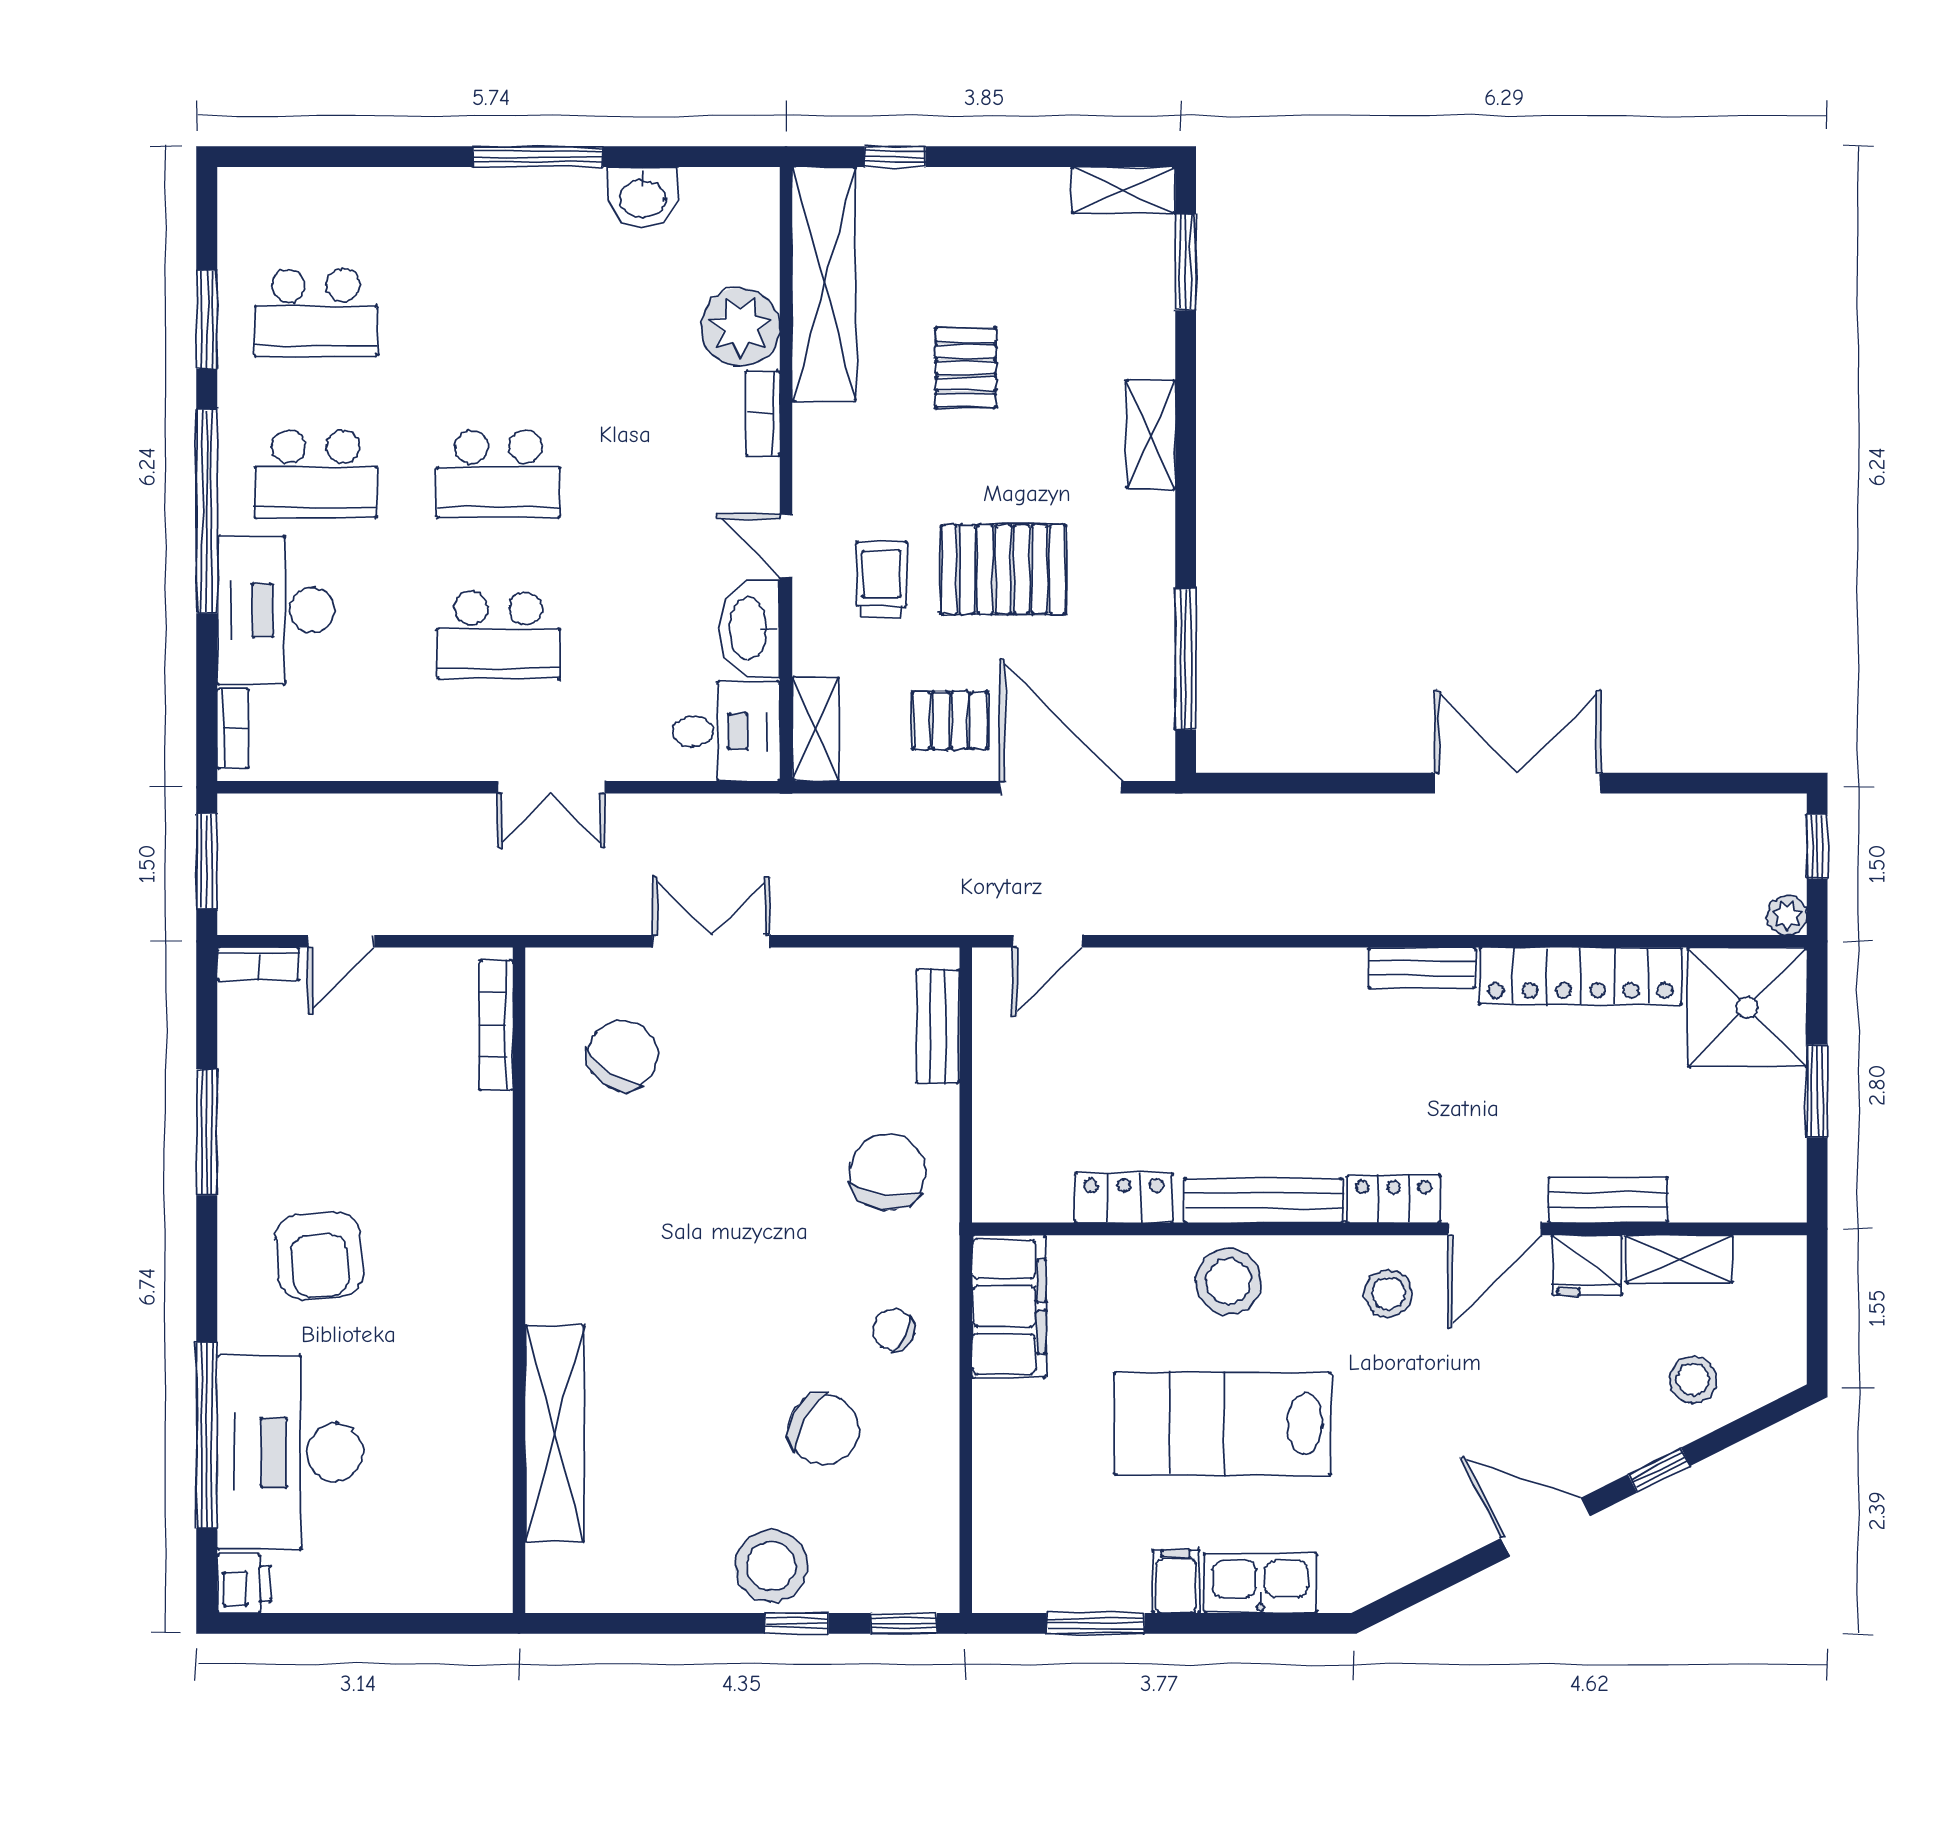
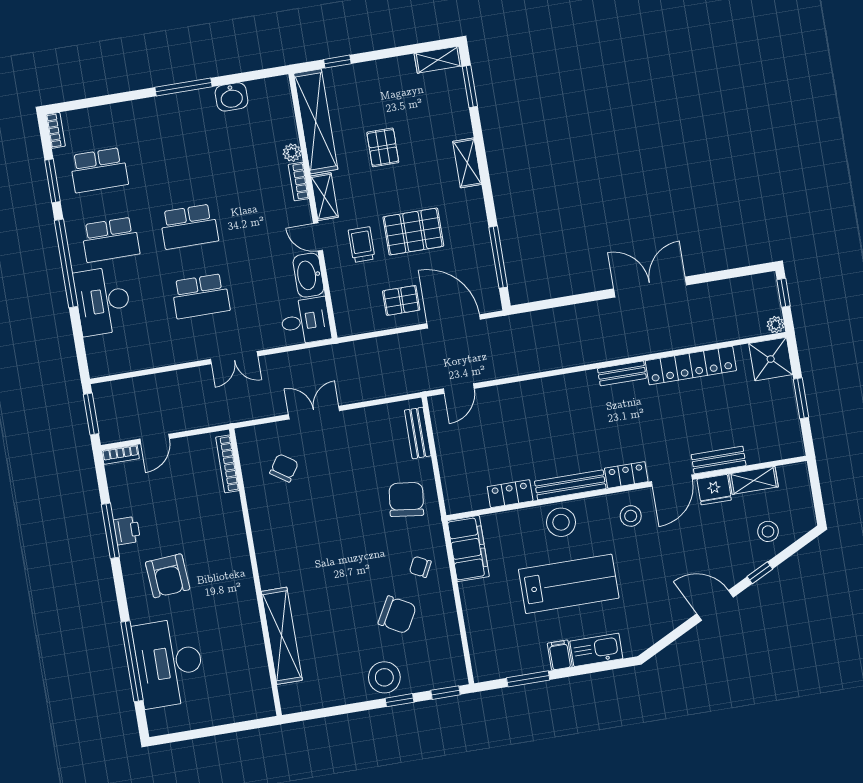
plant: (740, 327) -> (292, 153), width x0.53, depth x0.53
bookcase: (233, 728) -> (56, 130), moved
shelving: (816, 729) -> (324, 197), moved
shower: (1747, 1007) -> (771, 359), width x0.73, depth x0.73
chair: (623, 1055) -> (284, 468), width x0.73, depth x0.73
lab bench: (1223, 1423) -> (569, 584), turned 180
printer: (244, 1583) -> (127, 531), moved

